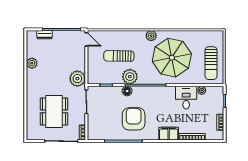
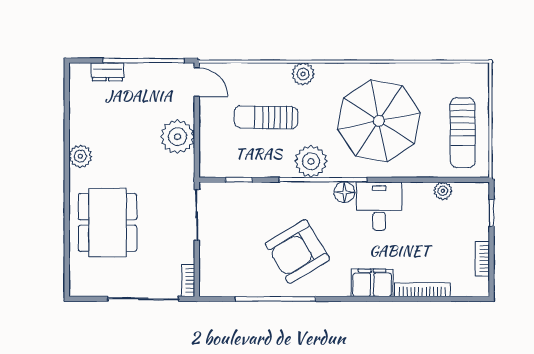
plant: (151, 36) -> (303, 74), moved
plant: (32, 63) -> (80, 156), moved
plant: (130, 77) -> (311, 161), moved
plant: (77, 79) -> (178, 137), moved
floor lamp: (127, 91) -> (344, 192), moved
desk: (186, 98) -> (379, 206), moved
dining table: (54, 111) -> (108, 223), moved
armchair: (134, 119) -> (297, 252), turned -121

